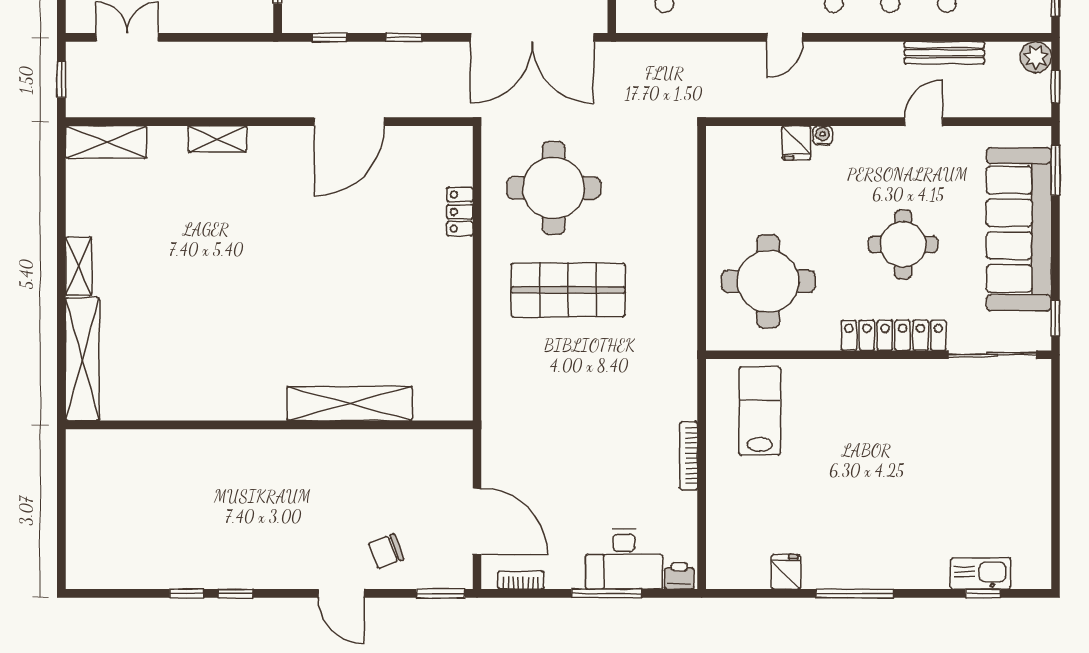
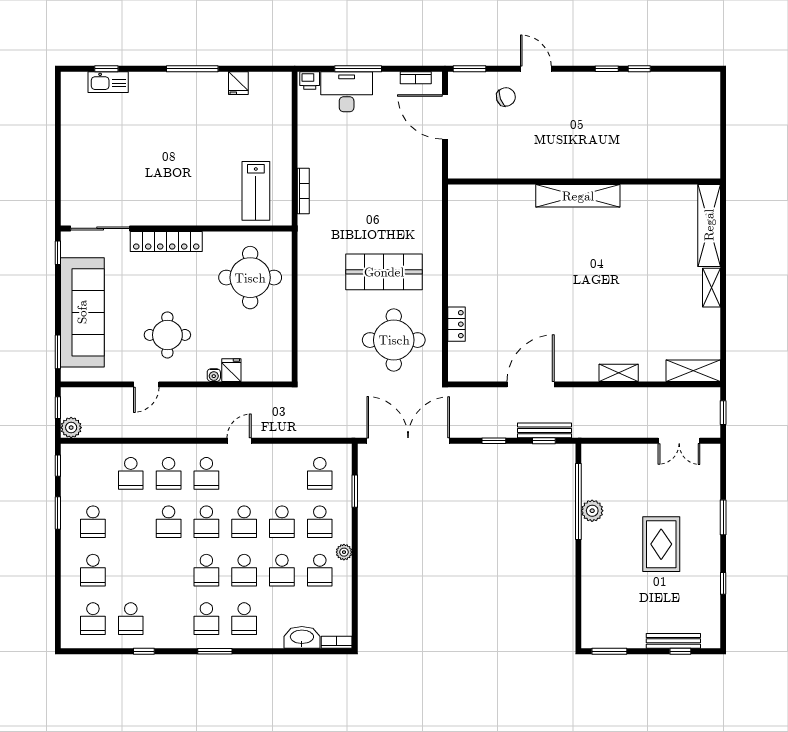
bench: (944, 53) -> (544, 430), moved
round table: (903, 244) -> (167, 335), moved
shelving: (350, 404) -> (578, 196), moved
bookcase: (689, 456) -> (303, 191), moved

